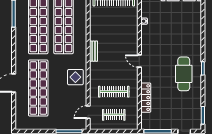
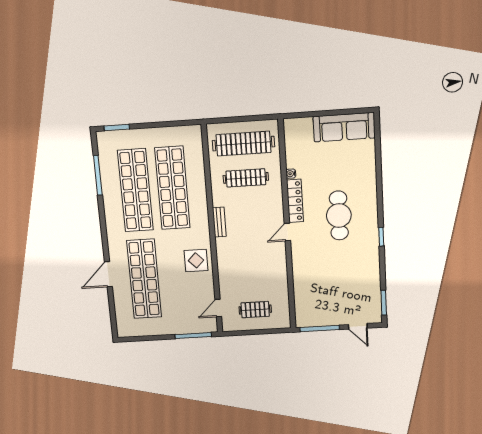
door: (139, 61) -> (287, 232), hinge flipped
cafe table: (184, 74) -> (339, 215), moved
clothes rail: (114, 92) -> (246, 178), moved
locker: (146, 98) -> (295, 201), moved

